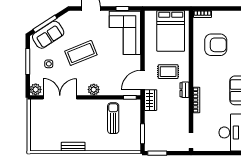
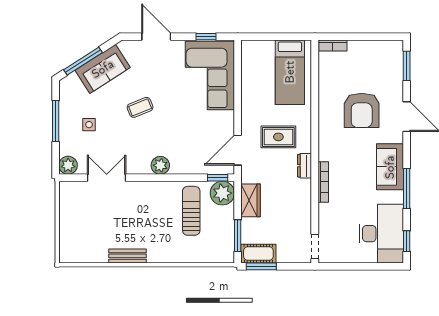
bed: (171, 31) -> (290, 72), width x0.67
sofa: (48, 35) -> (103, 69), moved
armchair: (216, 45) -> (362, 110), moved, turned 90
coffee table: (81, 53) -> (140, 107), width x0.54, depth x0.58
double door: (60, 97) -> (107, 178), width x0.73
wardrobe: (151, 100) -> (251, 200), moved
plant: (133, 107) -> (222, 193), added
cot: (156, 145) -> (258, 254), added

